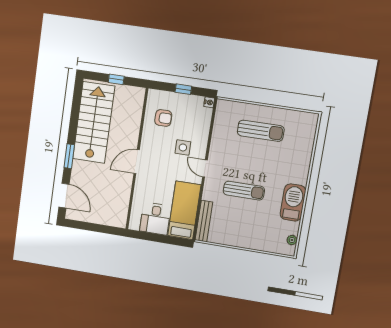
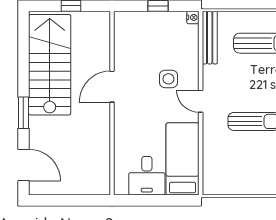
armchair: (163, 118) -> (138, 46), removed
door: (137, 162) -> (112, 87), moved
bench: (204, 221) -> (210, 38), moved

